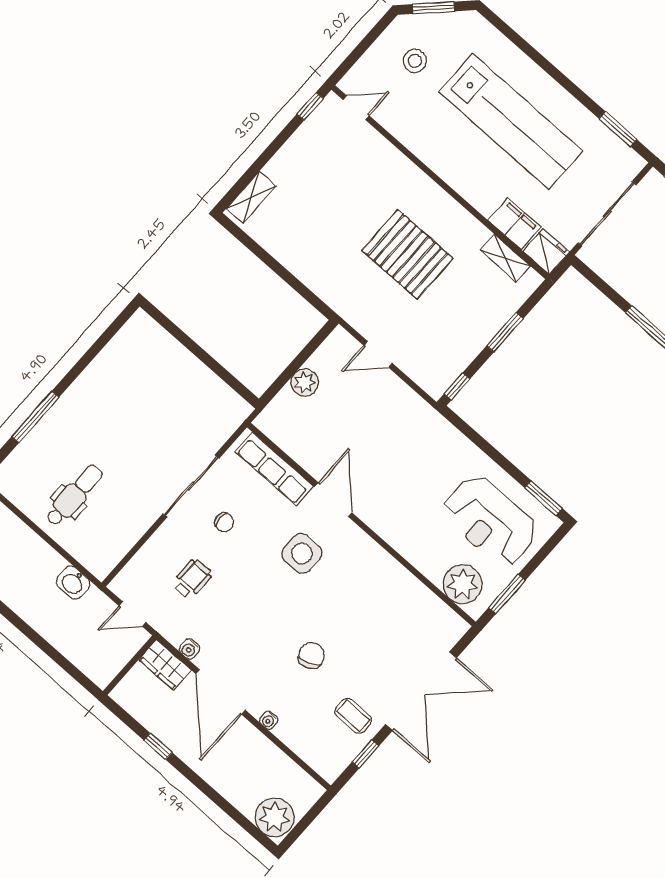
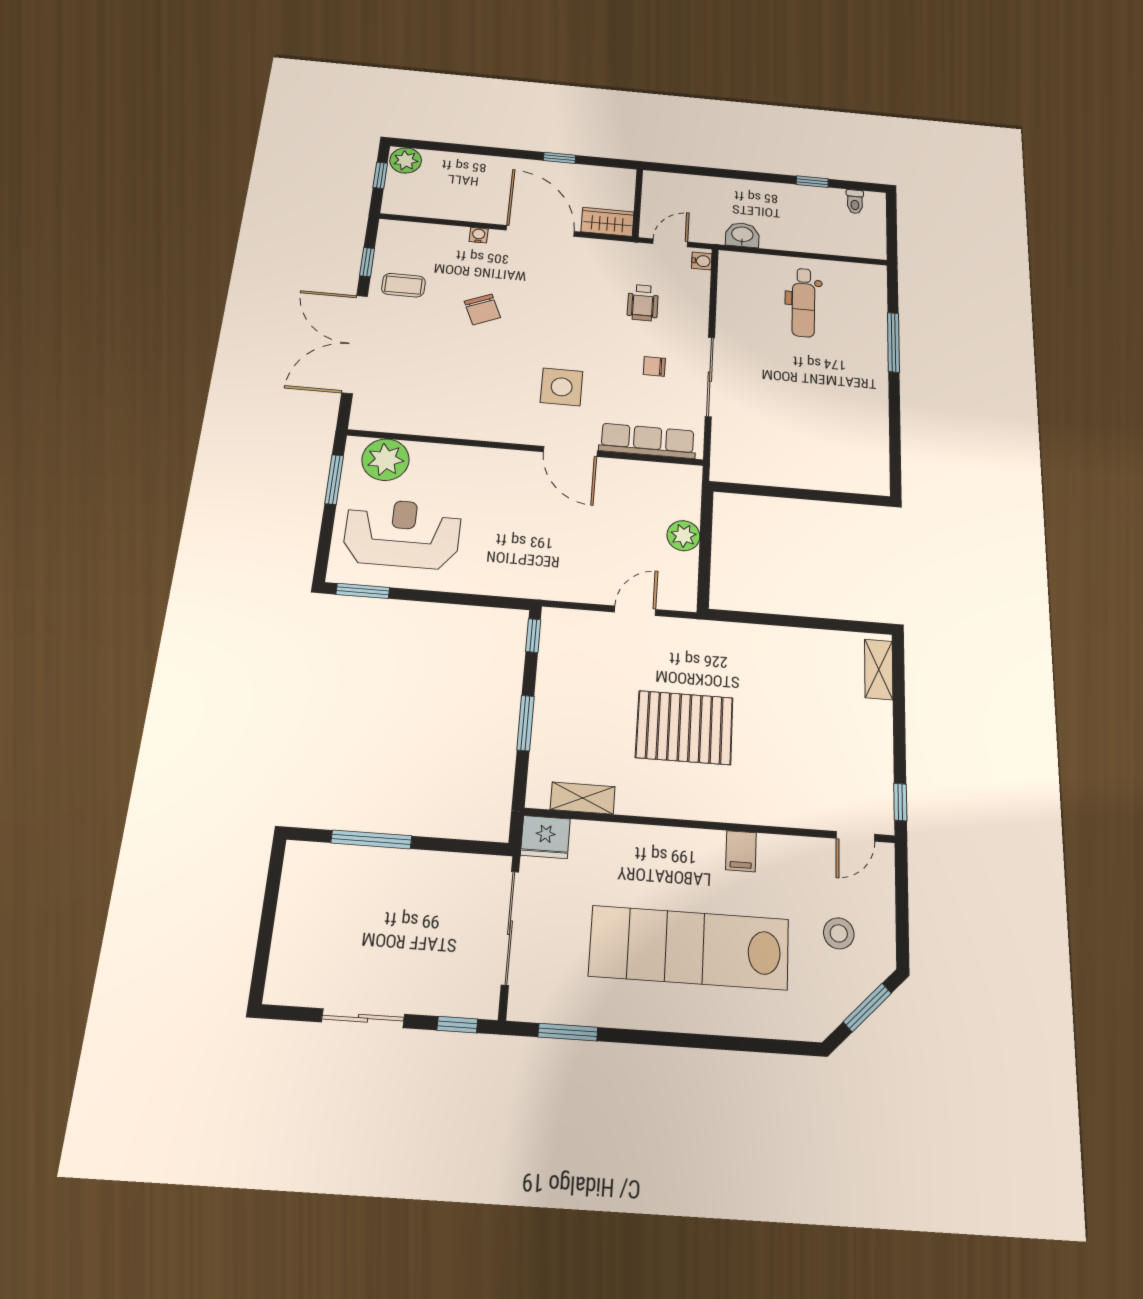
filing cabinet: (514, 224) -> (741, 851), moved, width x0.50
water cooler: (189, 649) -> (702, 261), moved, turned 90
plant: (275, 817) -> (406, 160), width x0.73, depth x0.73
window: (303, 824) -> (380, 175), added

